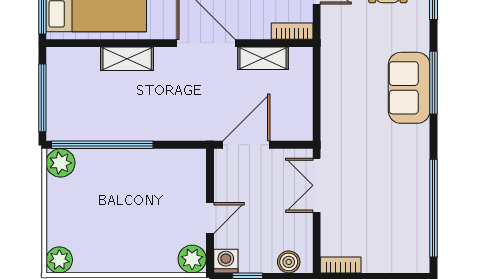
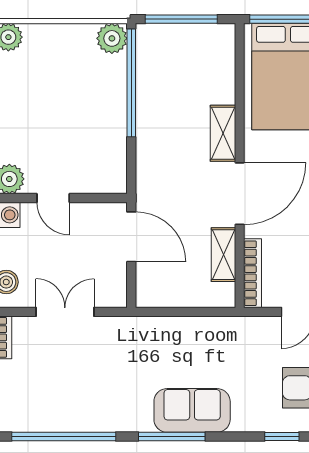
bookcase: (292, 31) -> (253, 273), width x1.56
shelving: (127, 59) -> (223, 133), moved
window: (433, 83) -> (172, 437), moved
double door: (317, 185) -> (65, 312), moved

